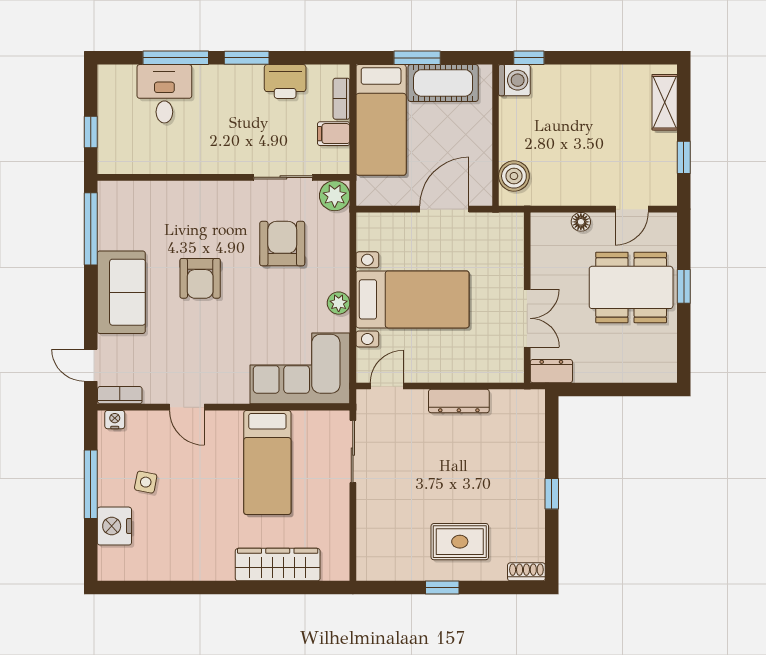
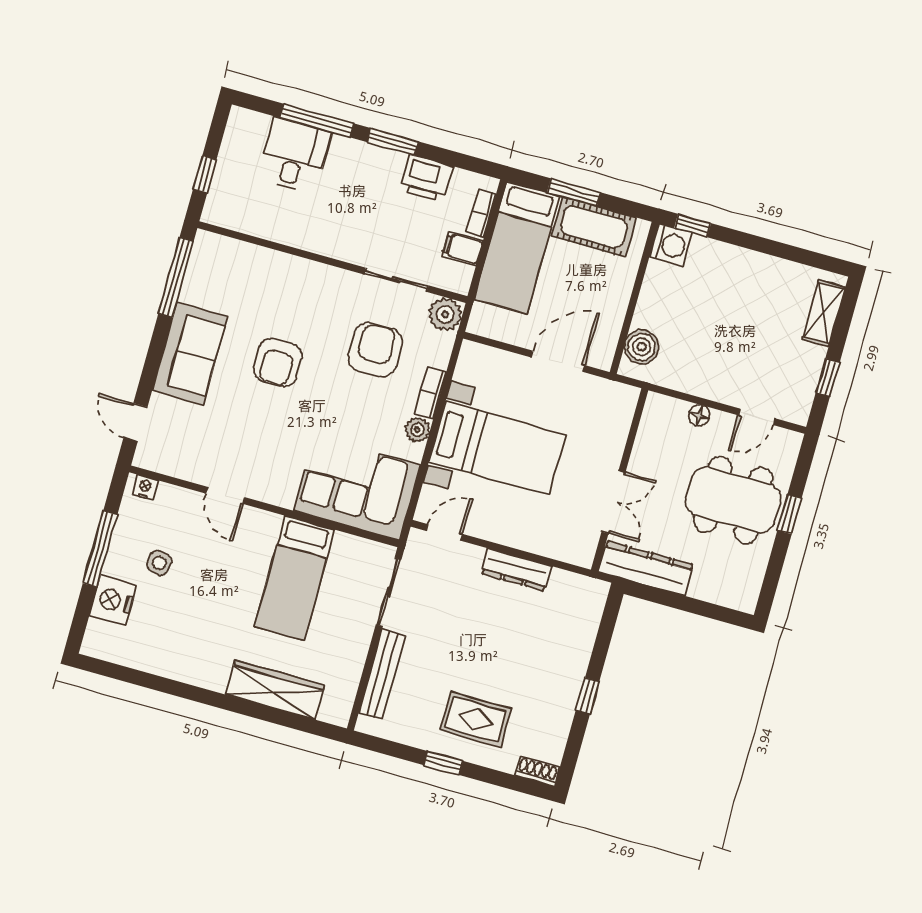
dresser: (551, 371) -> (646, 568), width x1.96, depth x1.24
bookcase: (120, 395) -> (430, 393), moved, turned -90
bench: (367, 525) -> (382, 674), added

